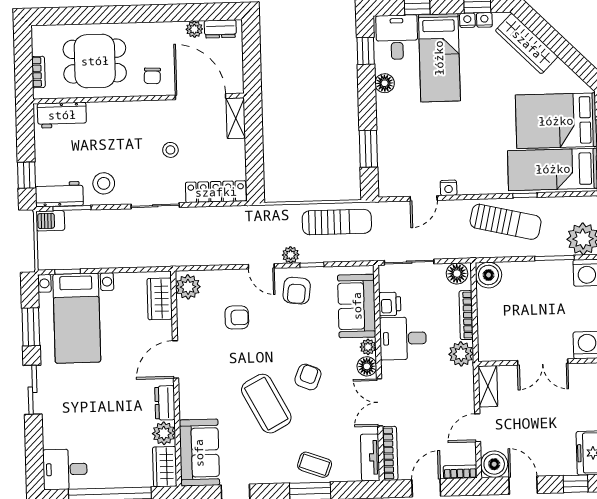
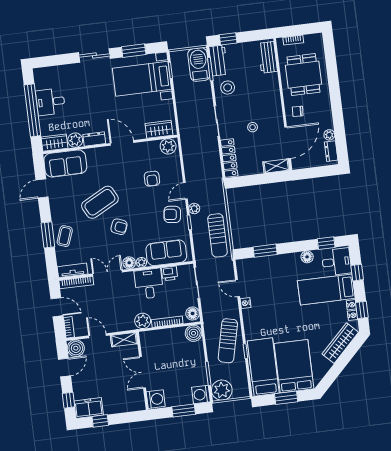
barbecue: (50, 221) -> (199, 65), width x1.88, depth x1.53
desk: (65, 469) -> (50, 102), moved, turned -90

